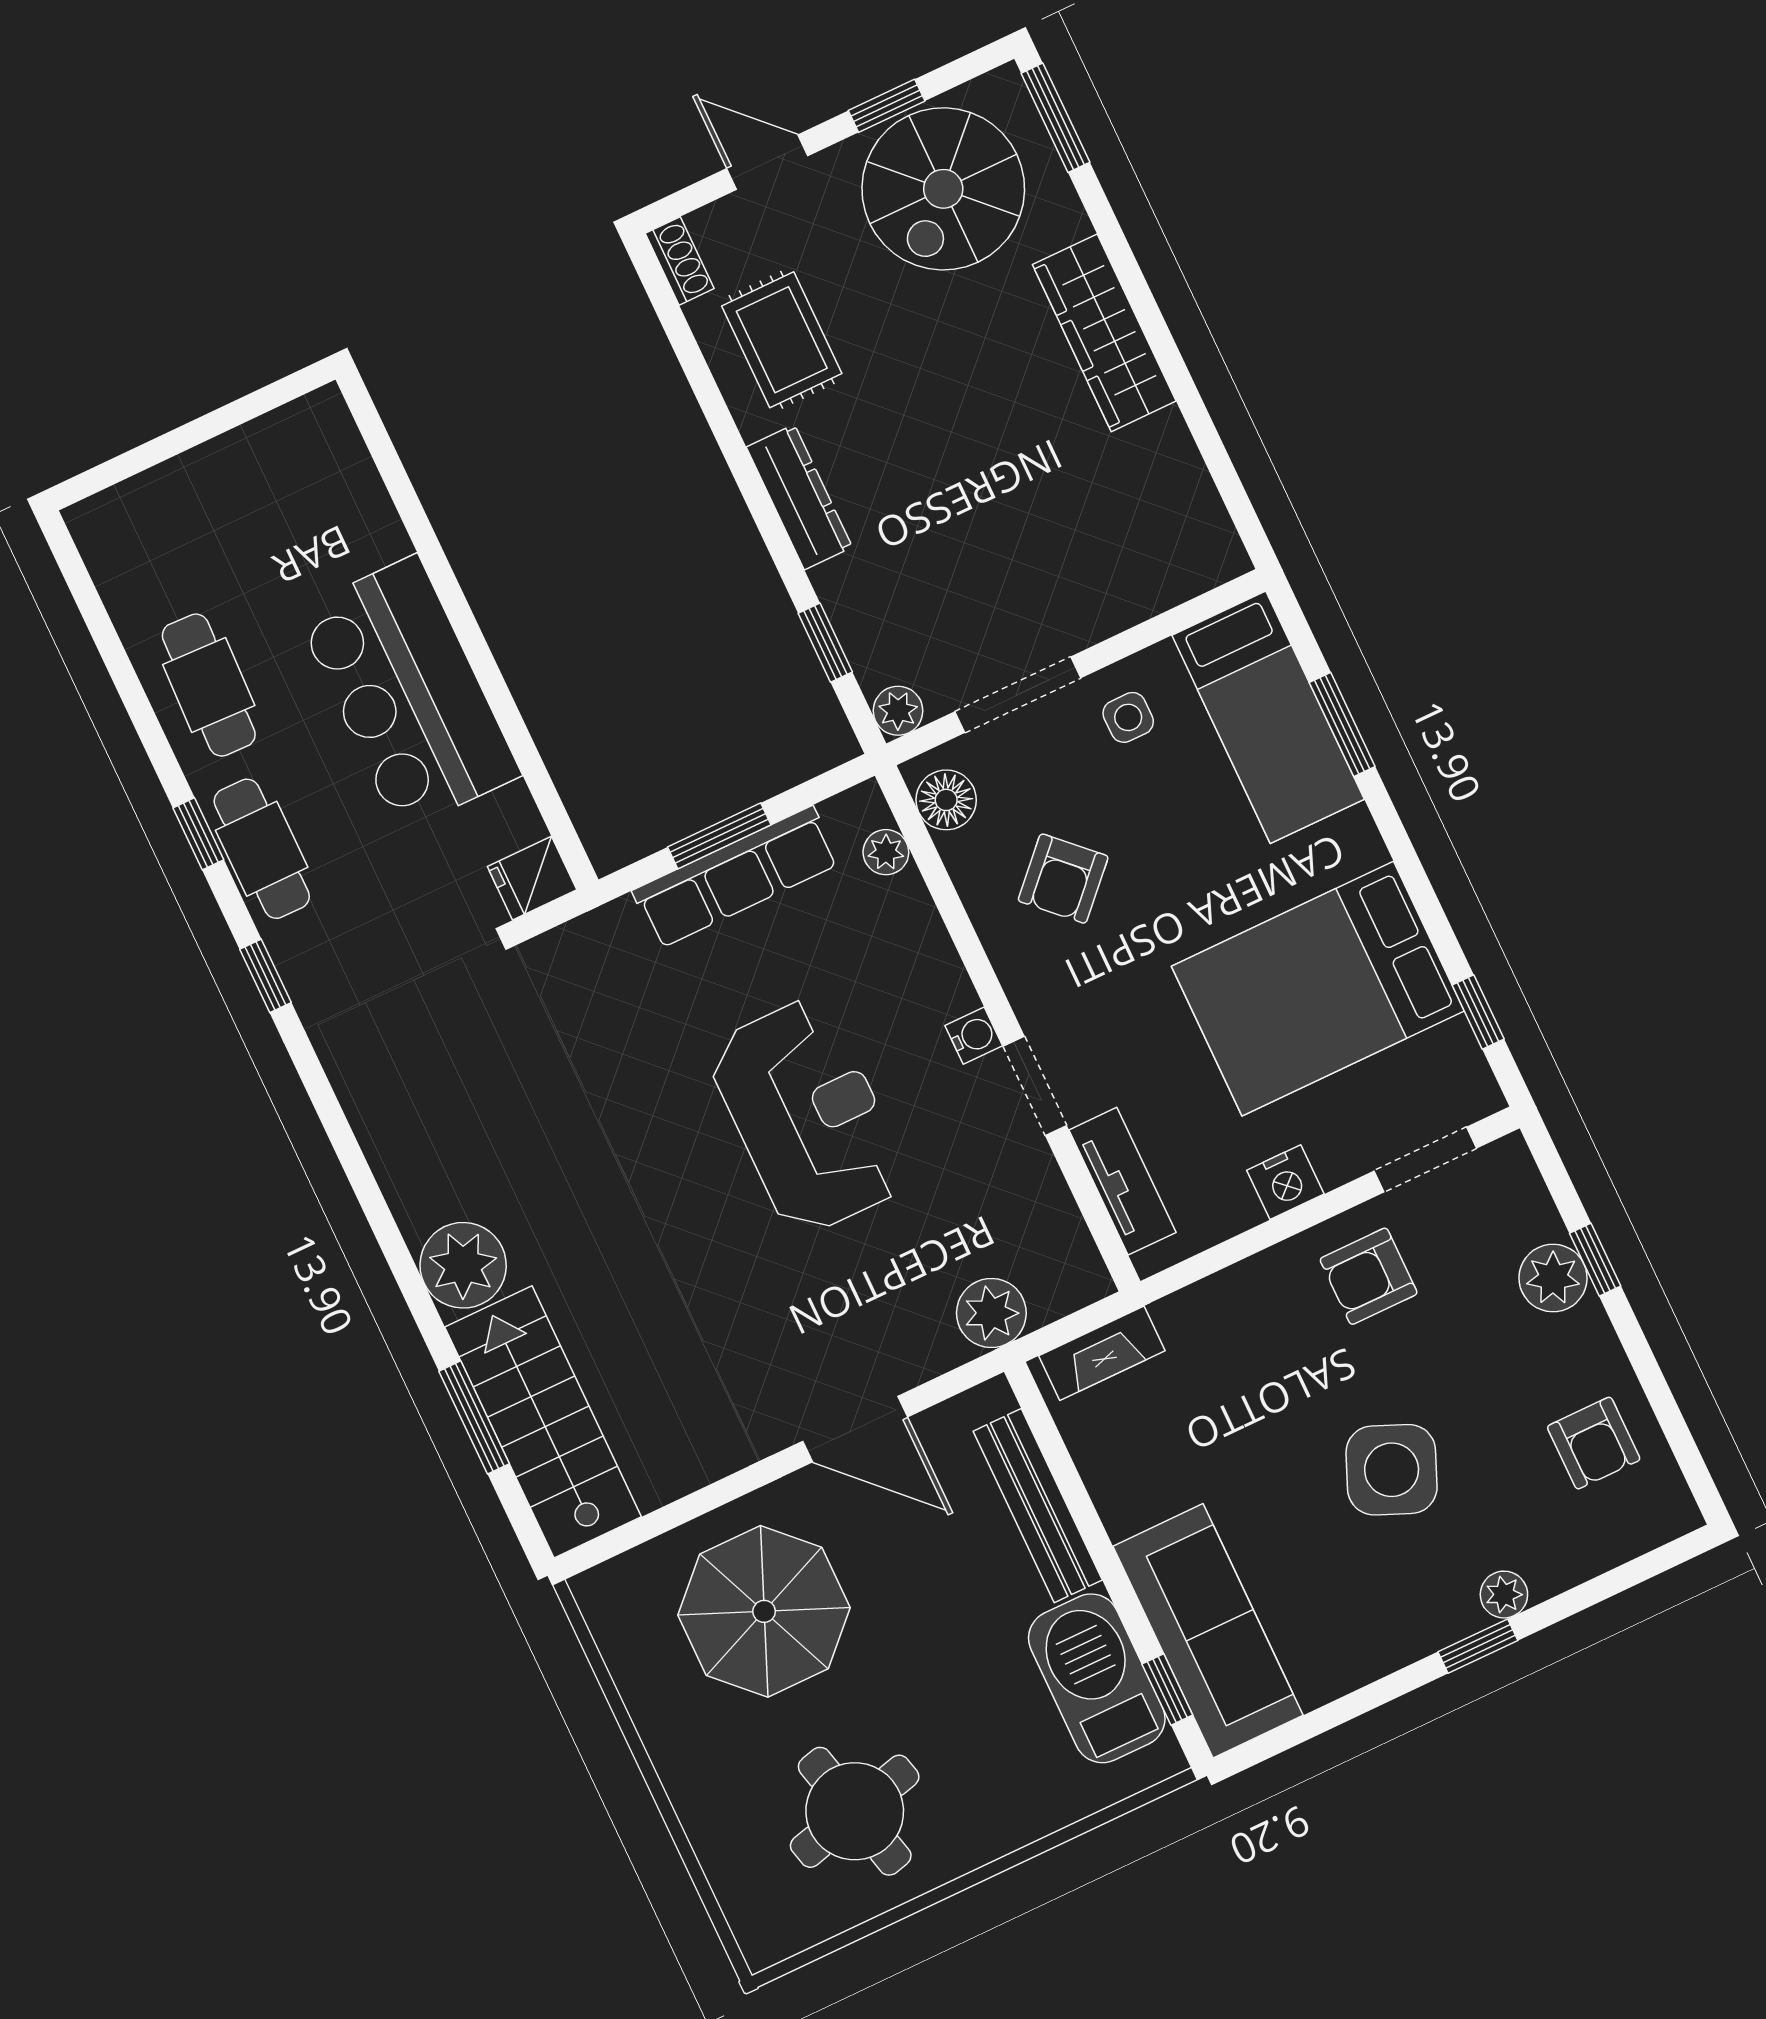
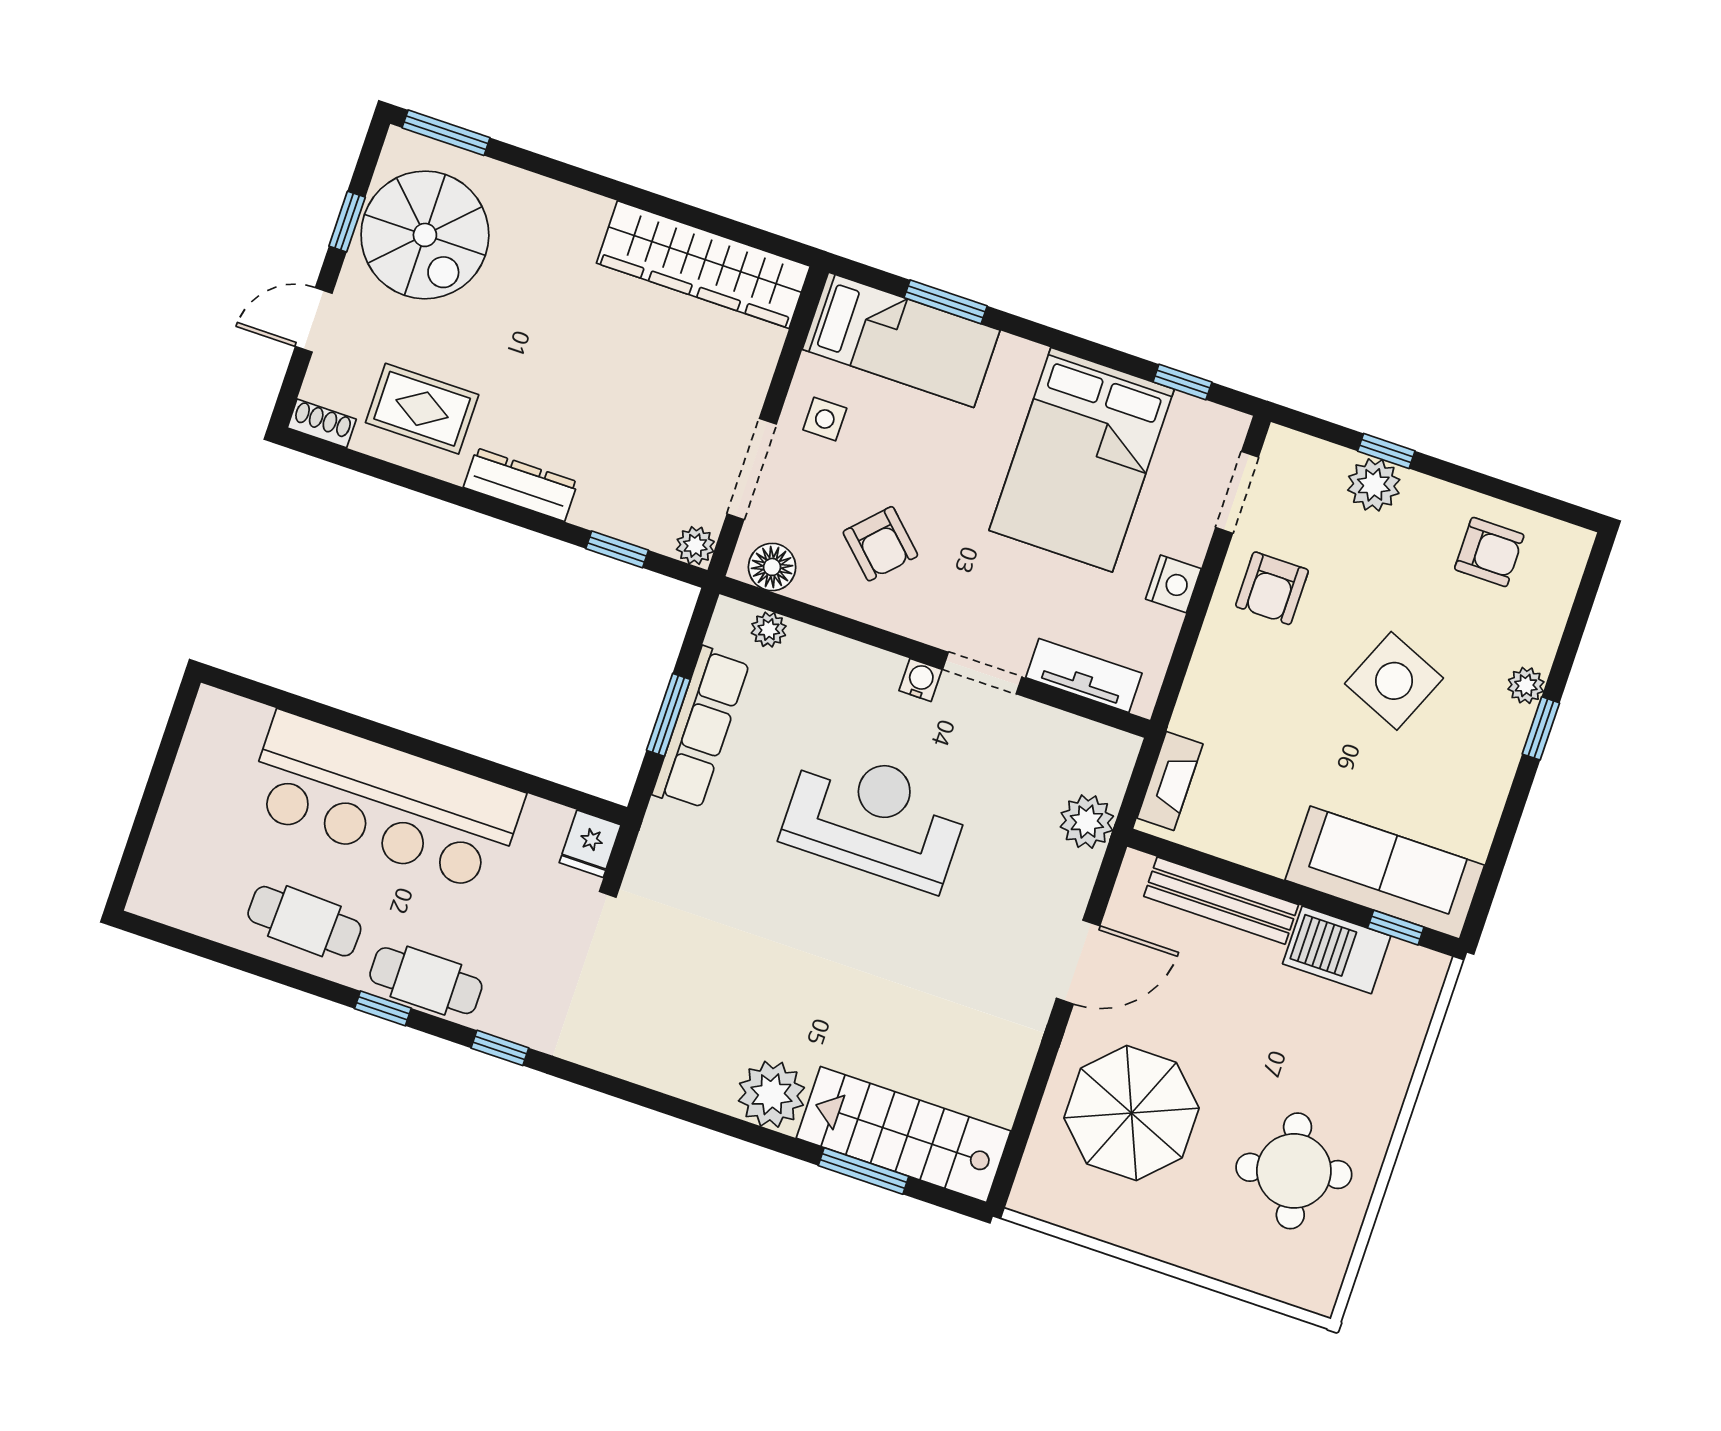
wardrobe: (1104, 333) -> (703, 265), moved, width x1.40, depth x1.17
bar counter: (408, 693) -> (385, 802), width x1.36
barbecue: (1097, 1678) -> (1337, 950), width x0.73, depth x0.83

